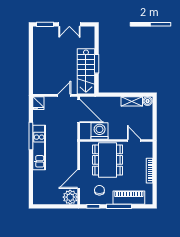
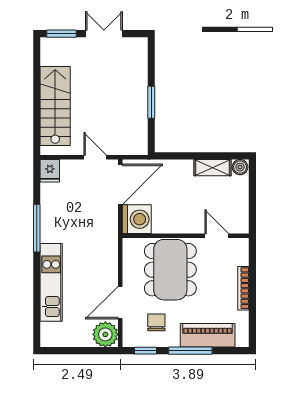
double door: (69, 24) -> (104, 34), swing flipped
stairs: (86, 71) -> (55, 106), moved, turned 180
door: (64, 95) -> (95, 157), hinge flipped
door: (79, 111) -> (120, 184), hinge flipped
washing machine: (100, 131) -> (137, 219), moved, turned 90
kitchen unit: (39, 147) -> (51, 282), moved

